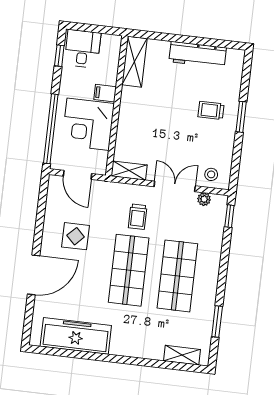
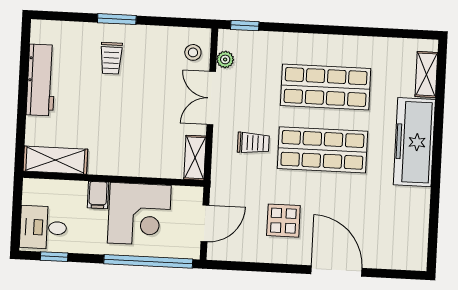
window: (217, 322) -> (381, 32), removed
freezer: (76, 336) -> (414, 142), moved

